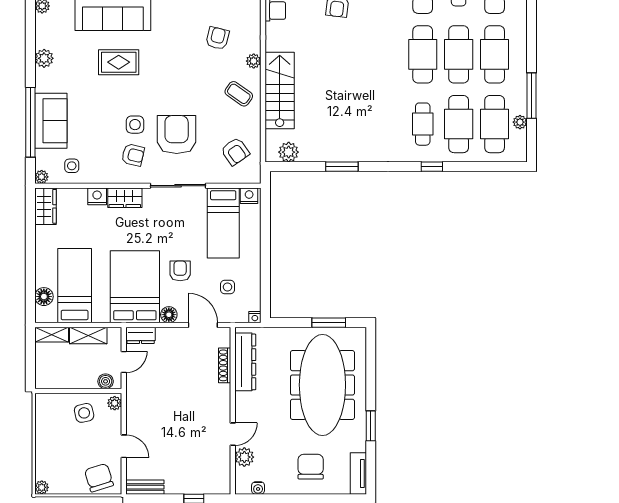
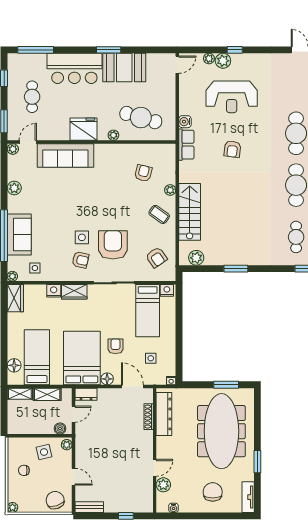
rug: (119, 62) -> (70, 191), removed
chair: (57, 438) -> (24, 470), added

